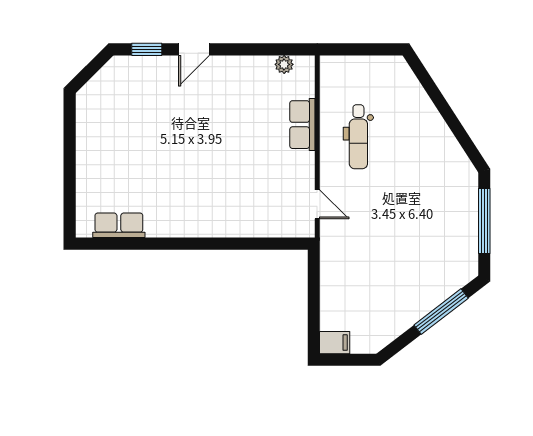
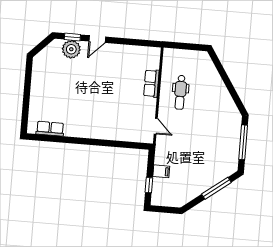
plant: (284, 64) -> (71, 49), moved, width x1.87, depth x1.87
window: (314, 316) -> (149, 185), added
filing cabinet: (335, 343) -> (161, 171), moved

